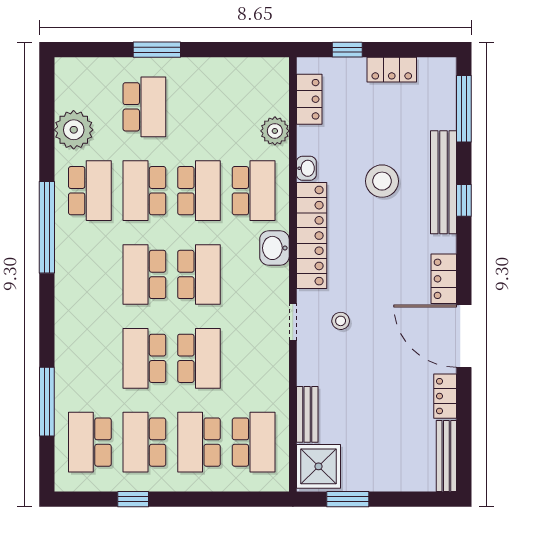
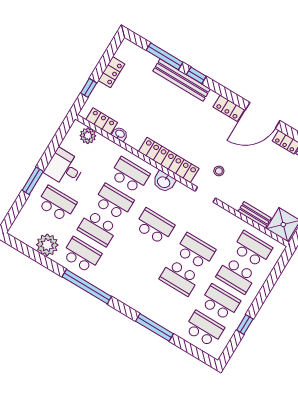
desk: (205, 86) -> (65, 168), added
window: (464, 109) -> (164, 56), moved
plant: (275, 131) -> (88, 136), moved
washbasin: (306, 168) -> (120, 134), moved
stool: (382, 181) -> (163, 110), removed
school desk: (144, 274) -> (139, 253), removed
window: (47, 402) -> (155, 327), moved
school desk: (90, 442) -> (204, 329), turned 180
school desk: (144, 442) -> (220, 302), turned 180

